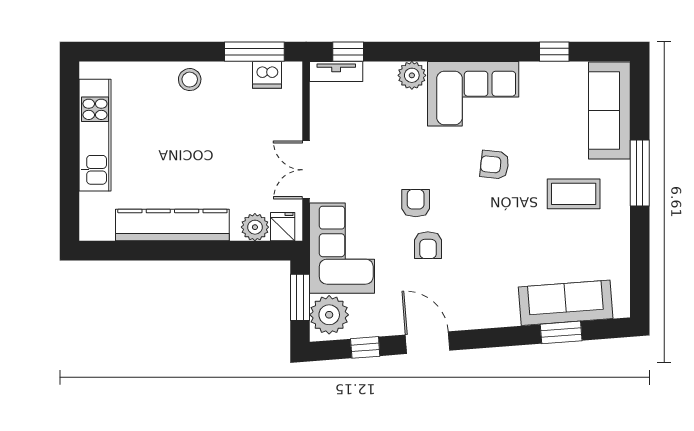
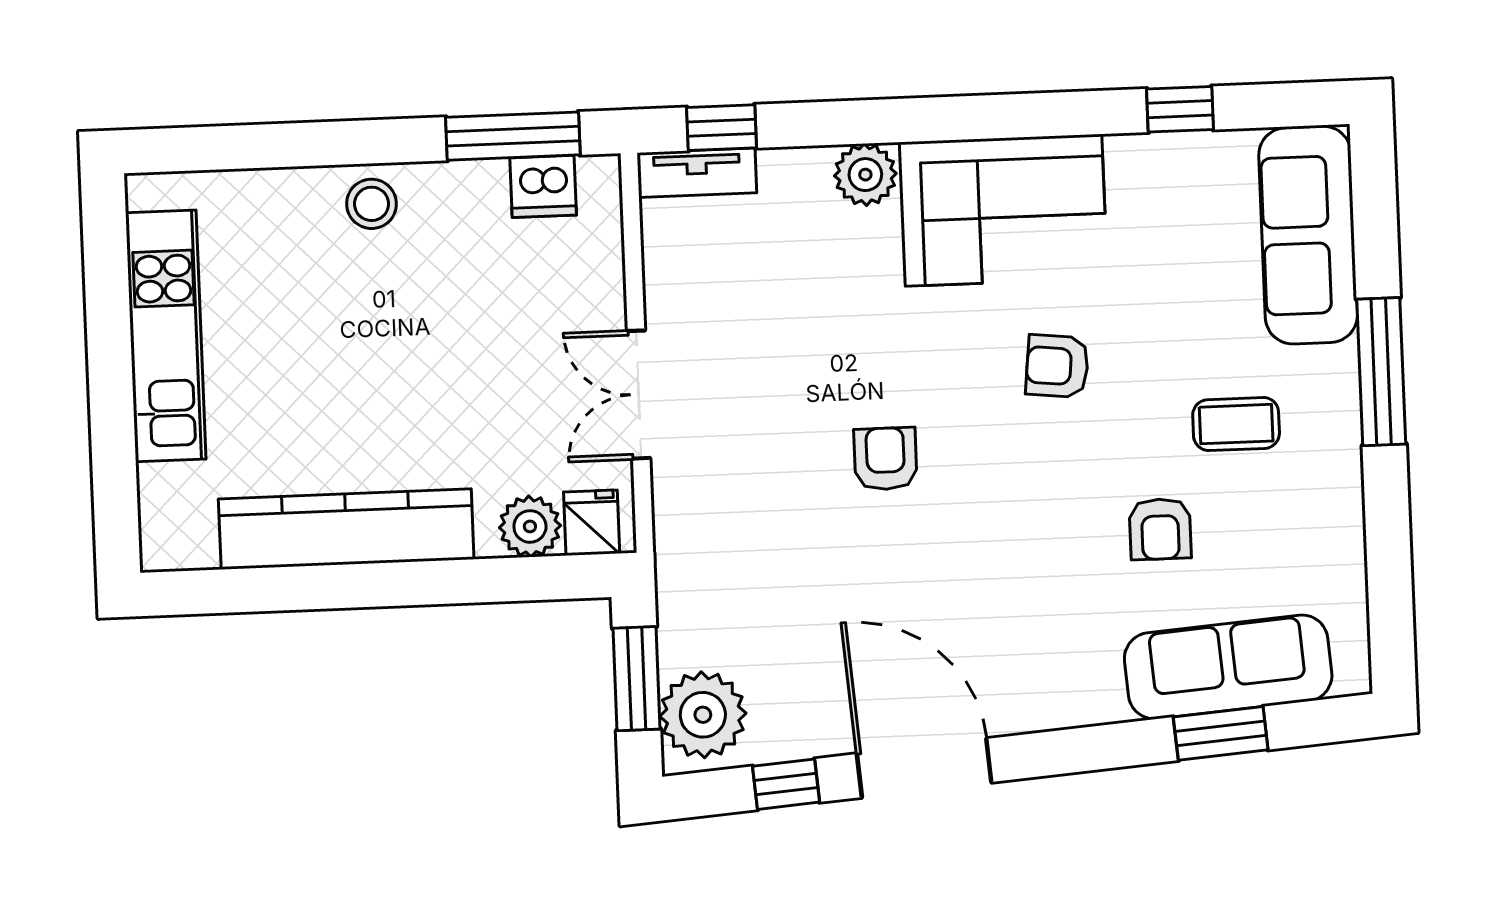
coffee table: (574, 194) -> (1236, 424), width x0.73, depth x0.77
armchair: (428, 245) -> (1160, 529), moved
corner sofa: (342, 248) -> (726, 565), removed
door: (428, 343) -> (924, 768), width x1.36

